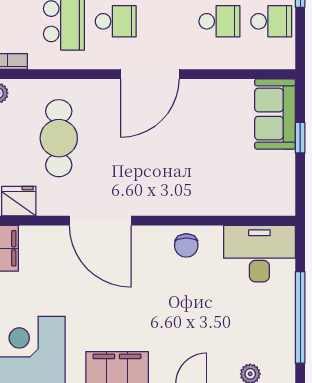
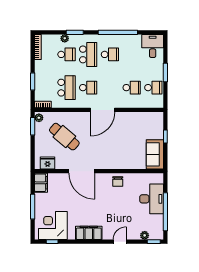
sofa: (275, 114) -> (155, 154), moved
cafe table: (59, 138) -> (64, 137), turned -50
desk: (259, 254) -> (152, 199), moved, turned 90

